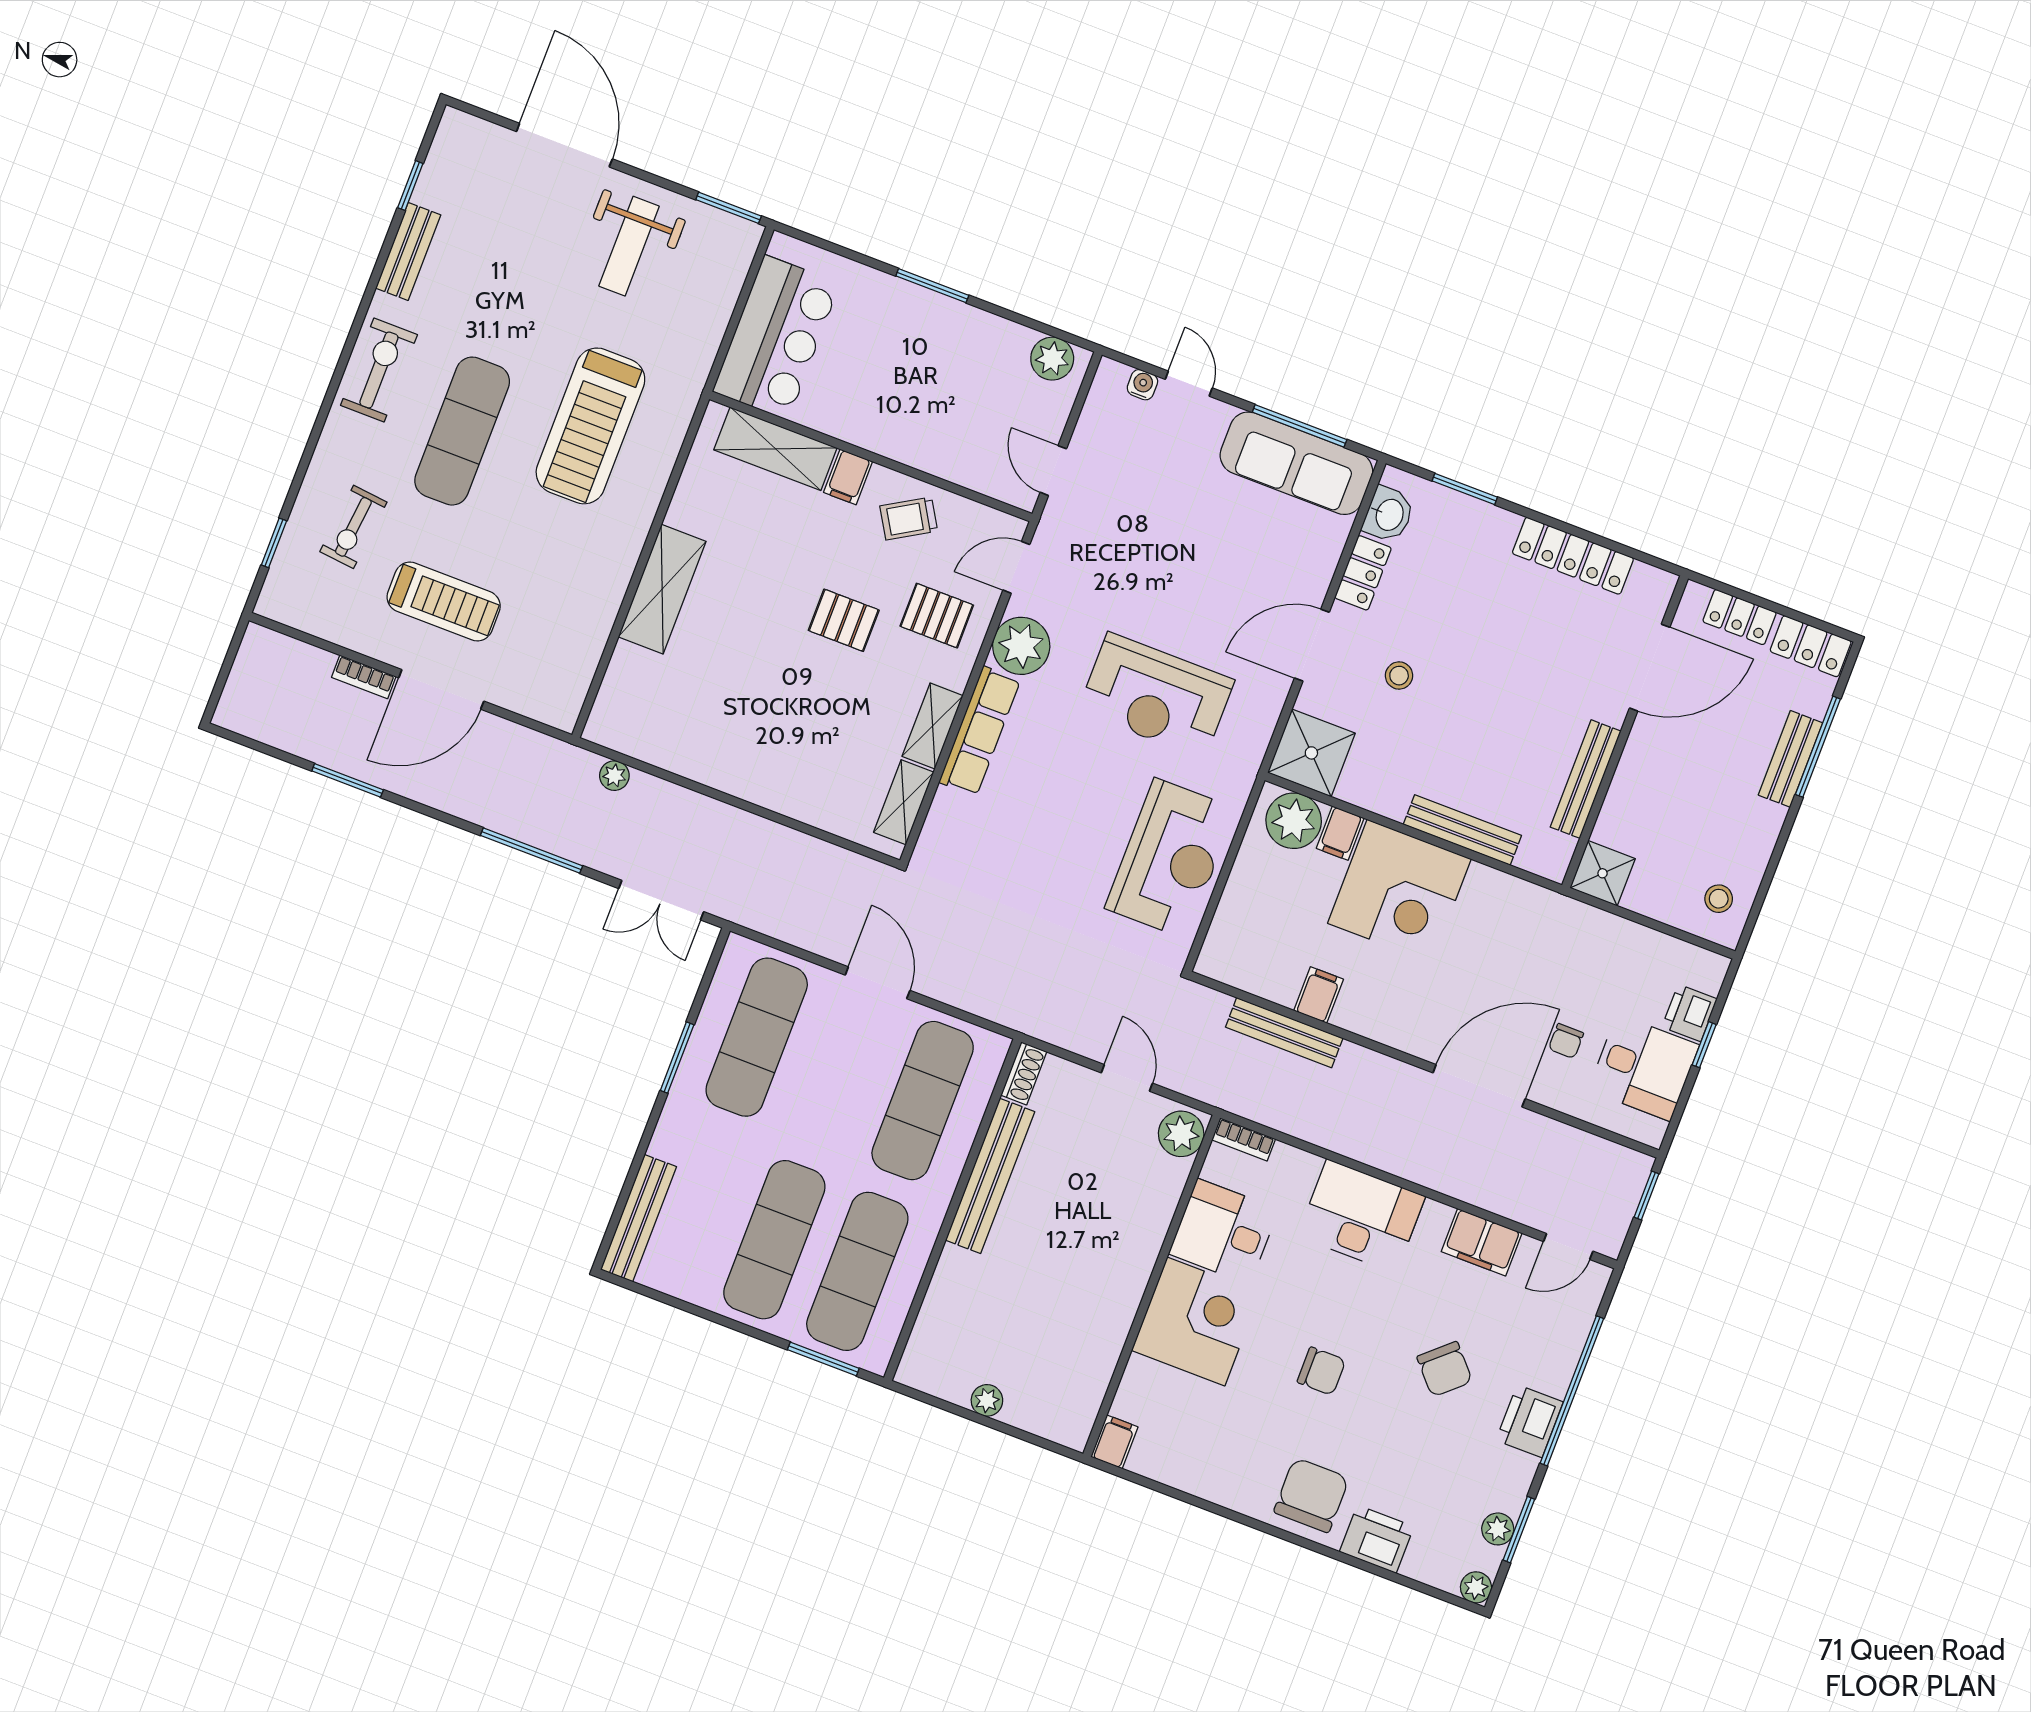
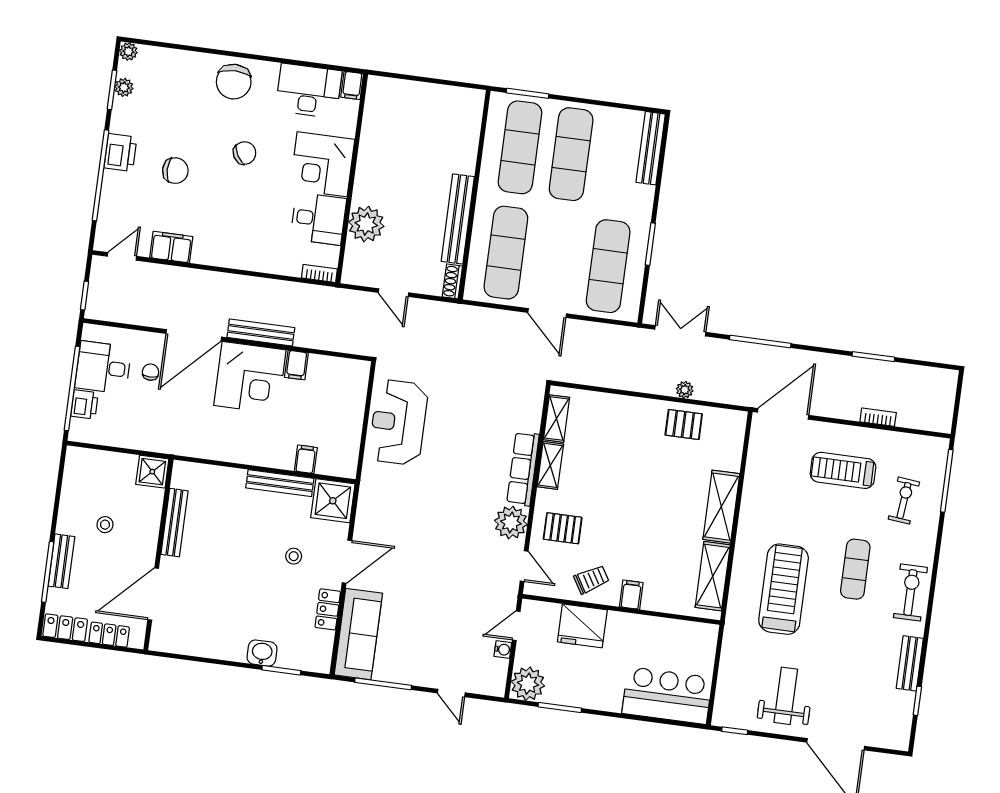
window: (729, 208) -> (735, 731), width x0.67
window: (932, 286) -> (560, 707), moved
bar counter: (776, 337) -> (667, 695), moved, turned 90
plant: (1052, 359) -> (528, 684), width x1.36, depth x1.36
exercise bike: (379, 370) -> (910, 593), turned 180
water cooler: (1142, 385) -> (503, 650), moved, turned -90
exercise mat: (462, 431) -> (855, 569), width x0.73, depth x0.69
fridge: (943, 444) -> (582, 626), added
shelving: (775, 449) -> (713, 576), moved, turned 90
sofa: (1296, 463) -> (358, 634), moved, turned 90
door: (1053, 471) -> (516, 626), swing flipped
washbasin: (1388, 514) -> (262, 653), moved, turned 90
window: (274, 543) -> (947, 481), width x2.17
locker: (1573, 556) -> (211, 647), removed
door: (1016, 567) -> (524, 566), hinge flipped
pallet: (844, 620) -> (684, 424), moved
door: (441, 689) -> (783, 414), moved
reception desk: (1156, 696) -> (428, 512), removed
plant: (614, 776) -> (685, 390), moved
plant: (1294, 821) -> (334, 460), removed
bench: (1462, 830) -> (280, 483), moved
corner desk: (1399, 891) -> (250, 378), moved, turned 180
stool: (1719, 899) -> (105, 525), moved
bench: (1284, 1033) -> (261, 333), moved
window: (1704, 1045) -> (72, 388), width x3.17
plant: (1181, 1134) -> (366, 224), moved, width x1.36, depth x1.36
desk: (1361, 1216) -> (309, 91), moved, turned 180
chair: (1445, 1369) -> (175, 171), turned 132
chair: (1321, 1371) -> (245, 153), turned 150
plant: (987, 1400) -> (430, 92), removed
printer: (1377, 1539) -> (191, 66), removed

